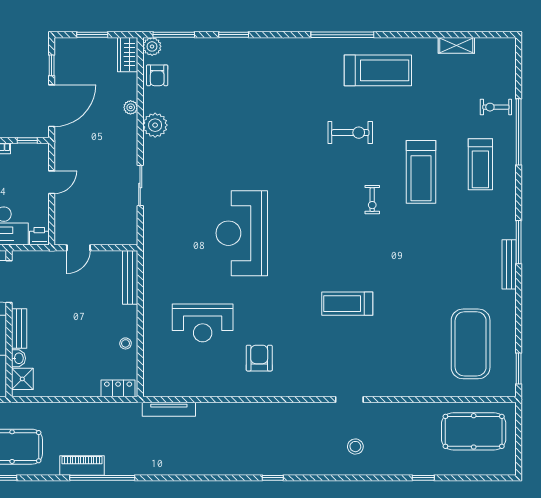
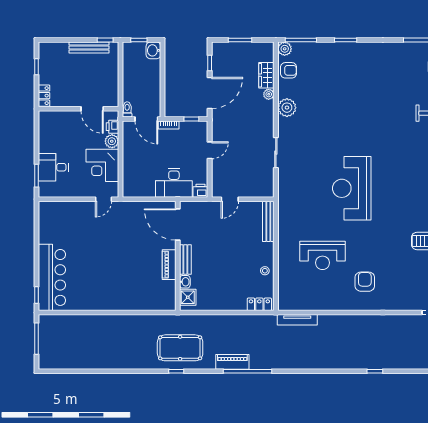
wardrobe: (128, 55) -> (266, 75), moved
armchair: (157, 75) -> (289, 70), turned -90

